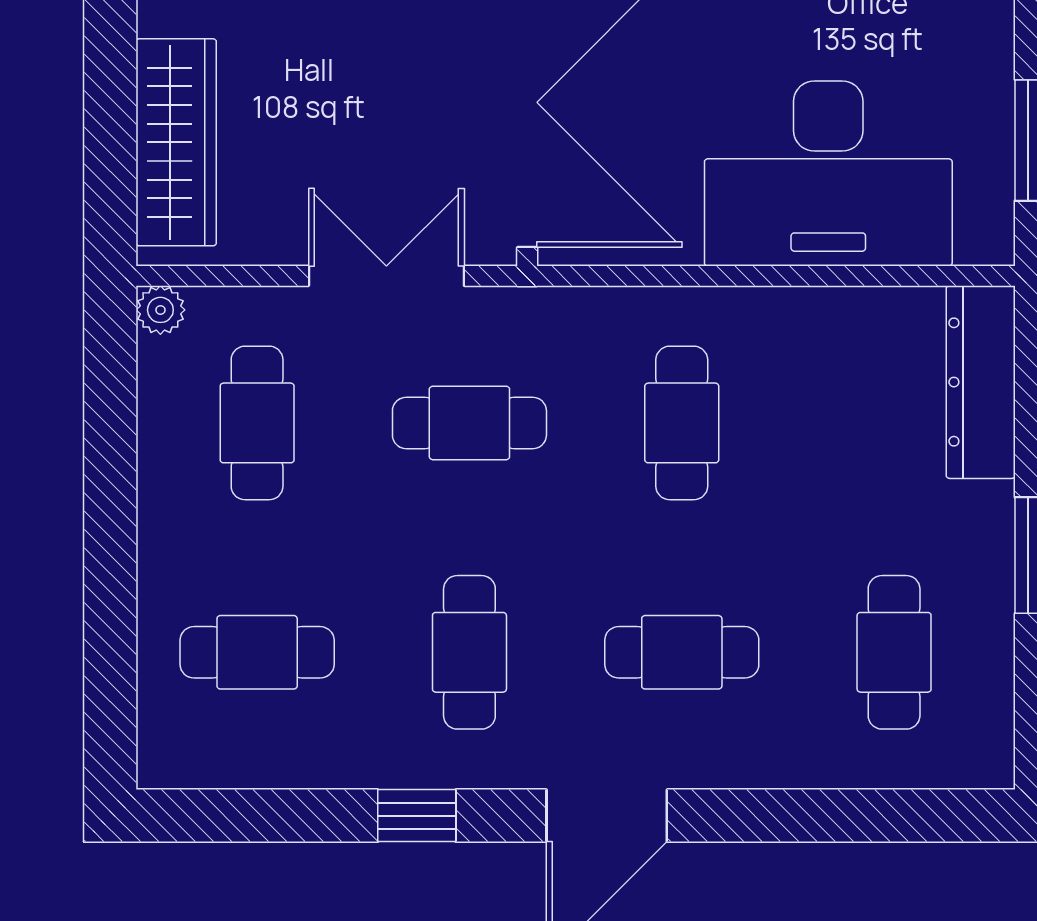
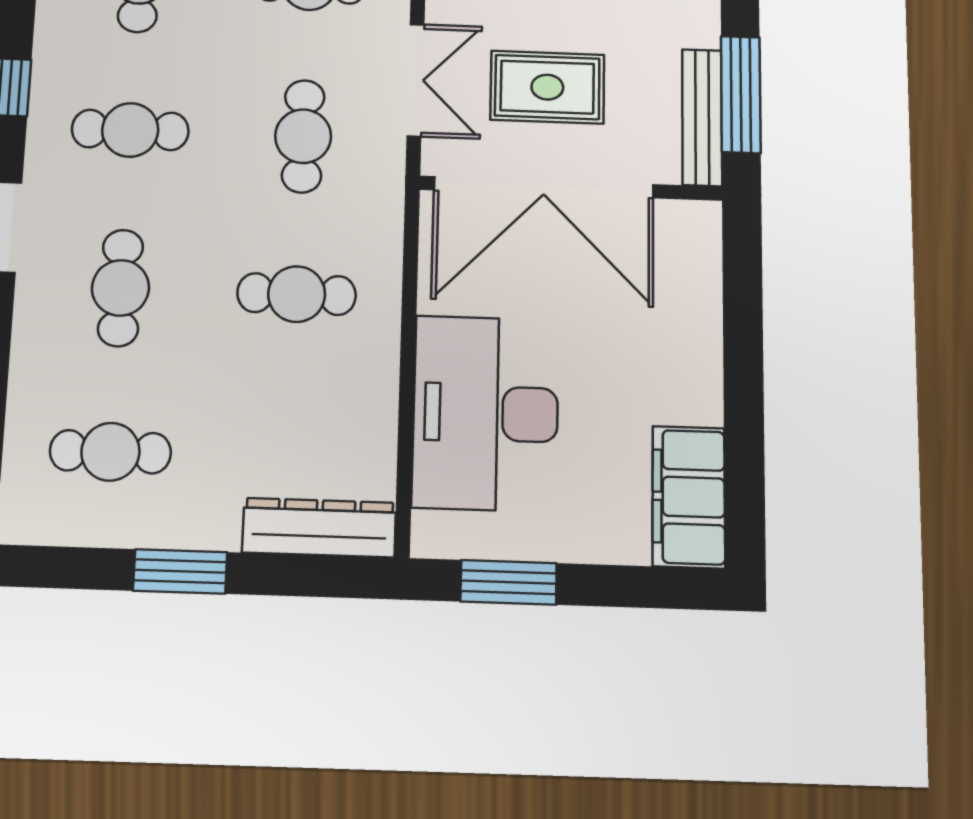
rug: (389, 99) -> (547, 87), added

